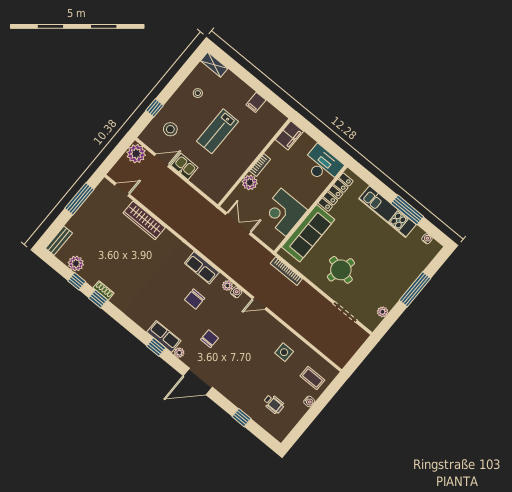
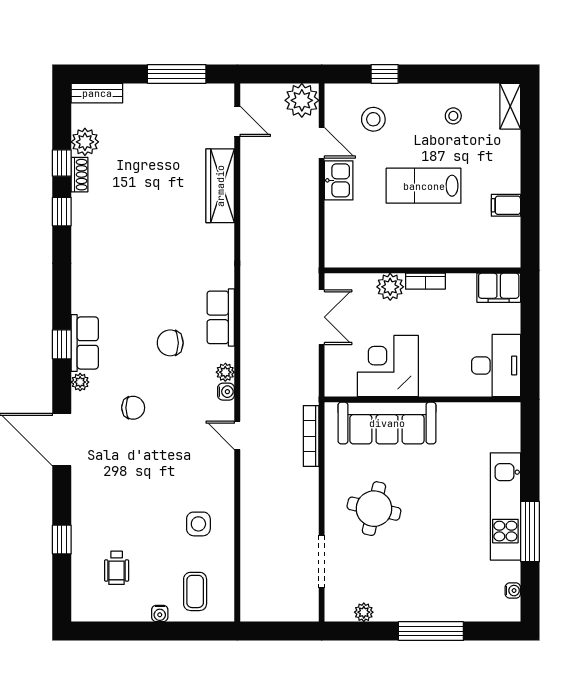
locker: (336, 192) -> (474, 414), removed
shoe rack: (104, 290) -> (80, 175), moved

